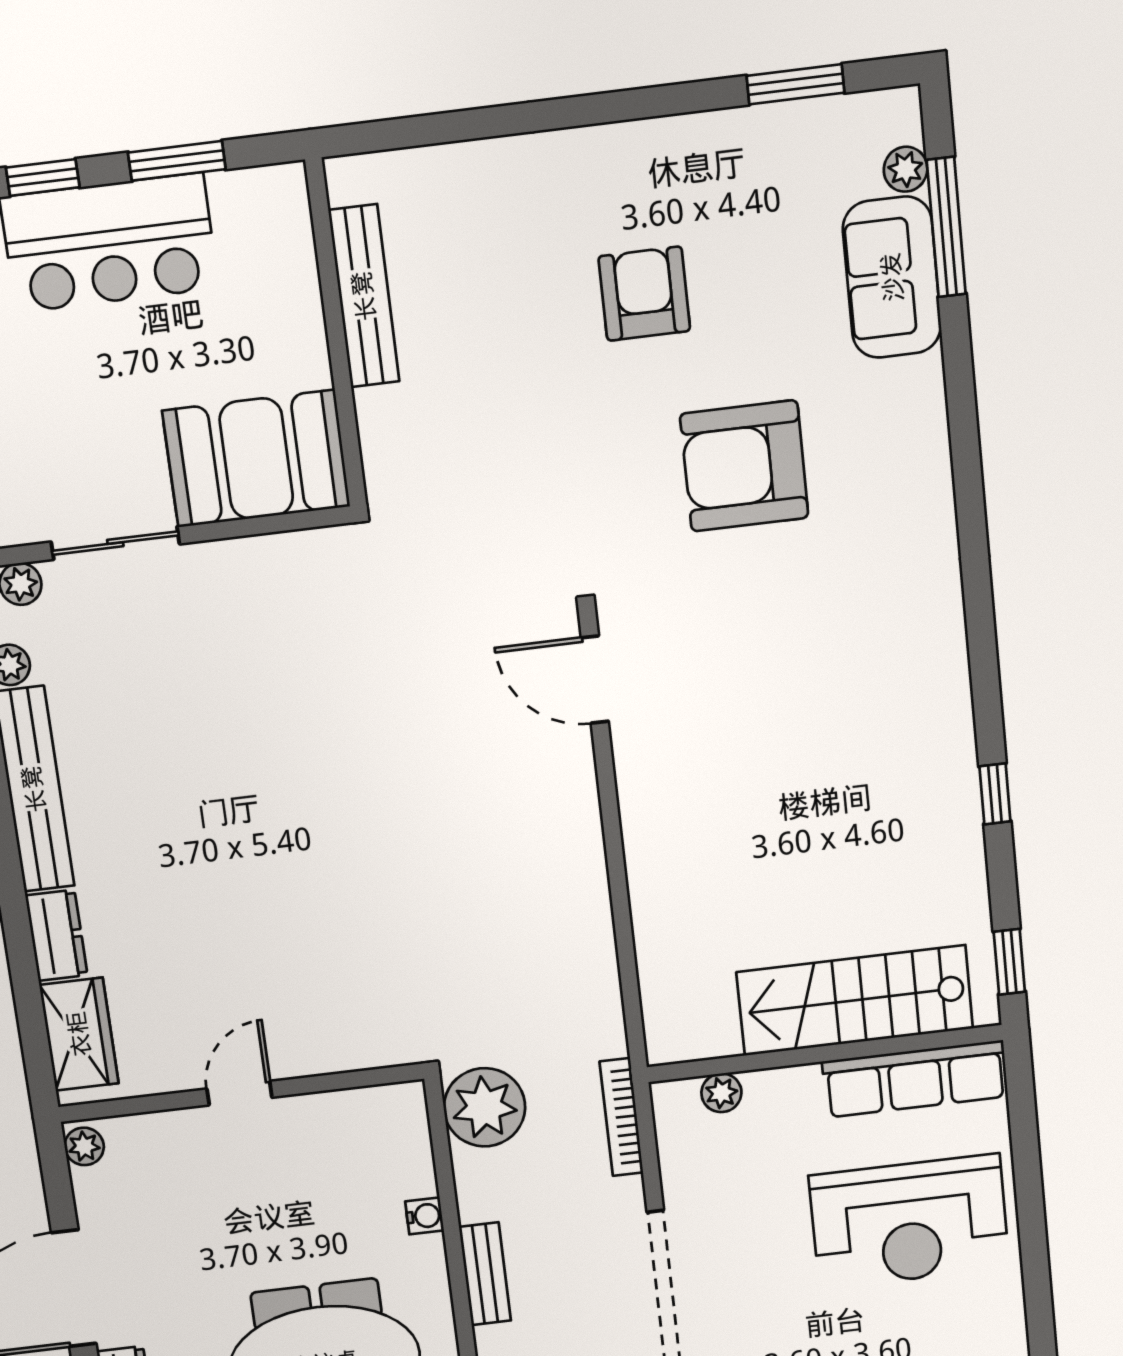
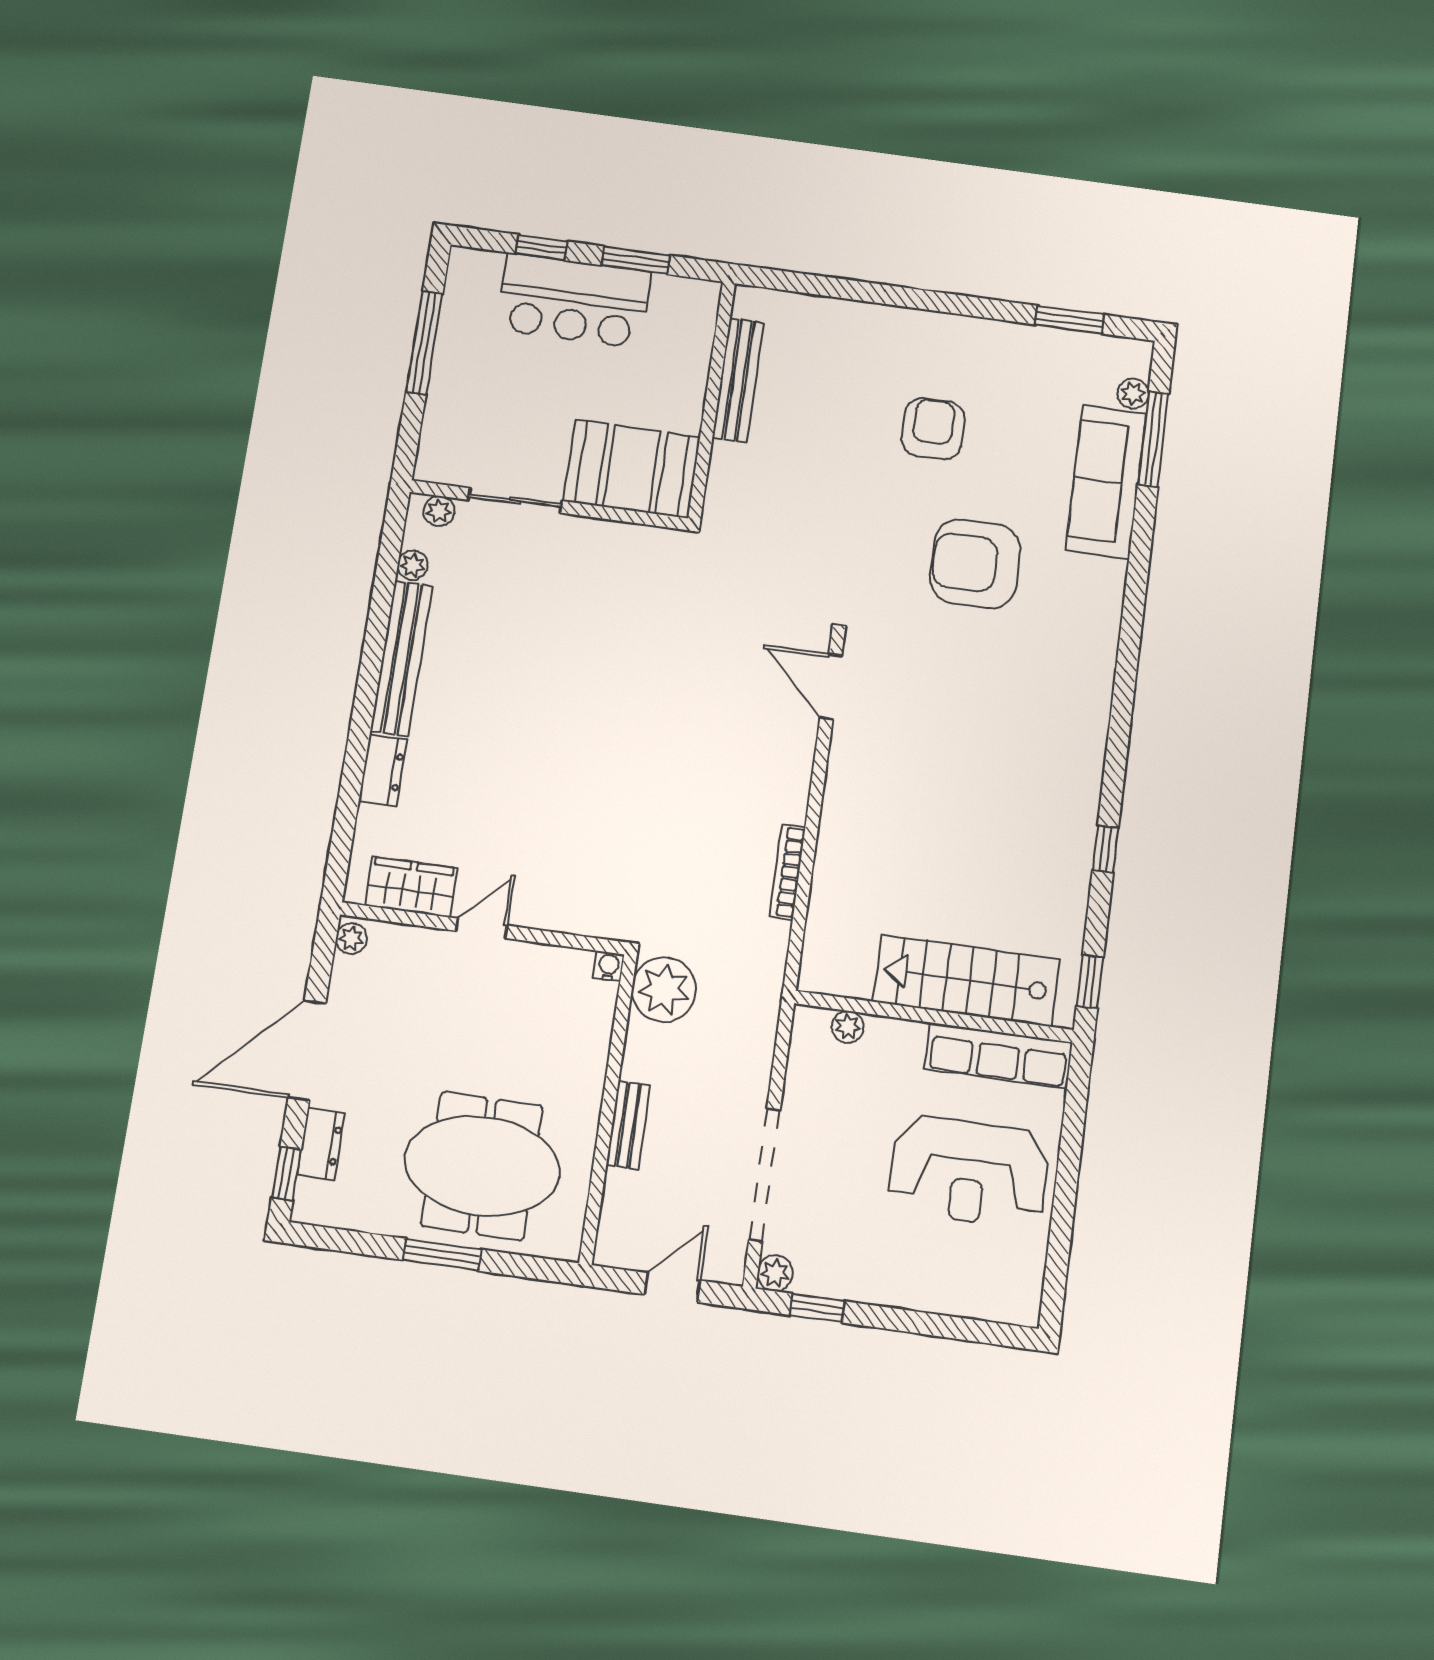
sofa: (892, 277) -> (1106, 482), width x1.36
wardrobe: (79, 1034) -> (411, 887), moved, turned -90
bookcase: (621, 1117) -> (787, 872), moved
water cooler: (424, 1216) -> (609, 966), moved, turned -90

